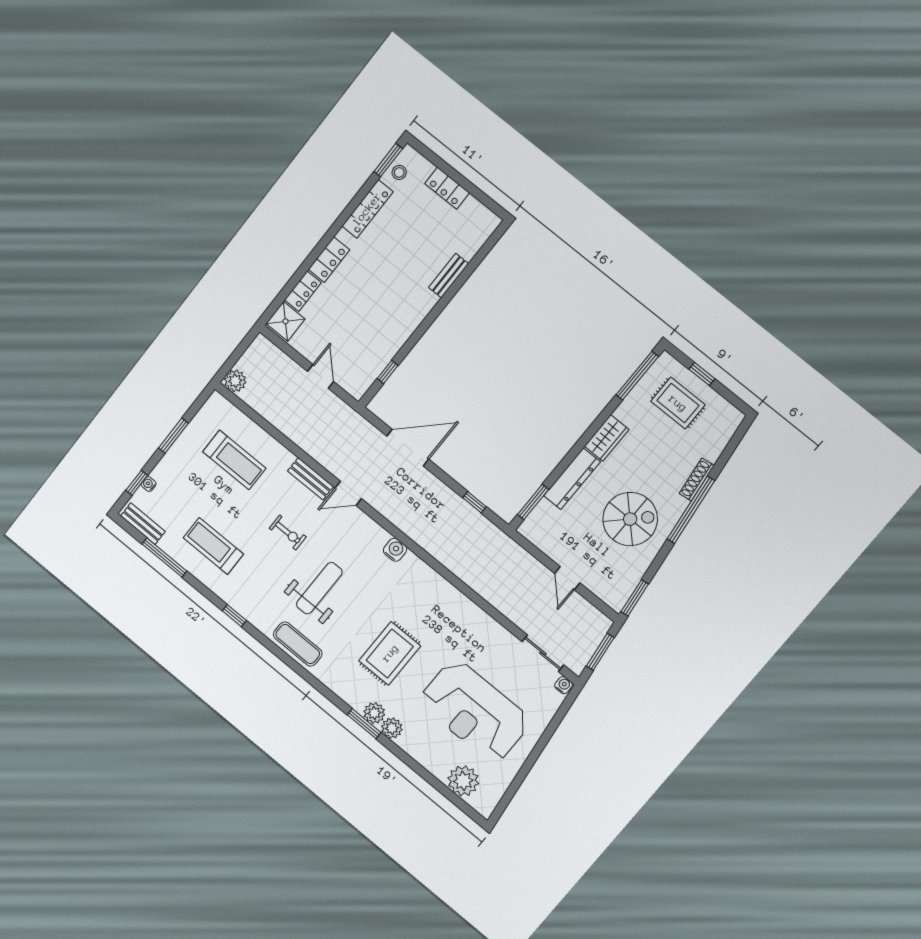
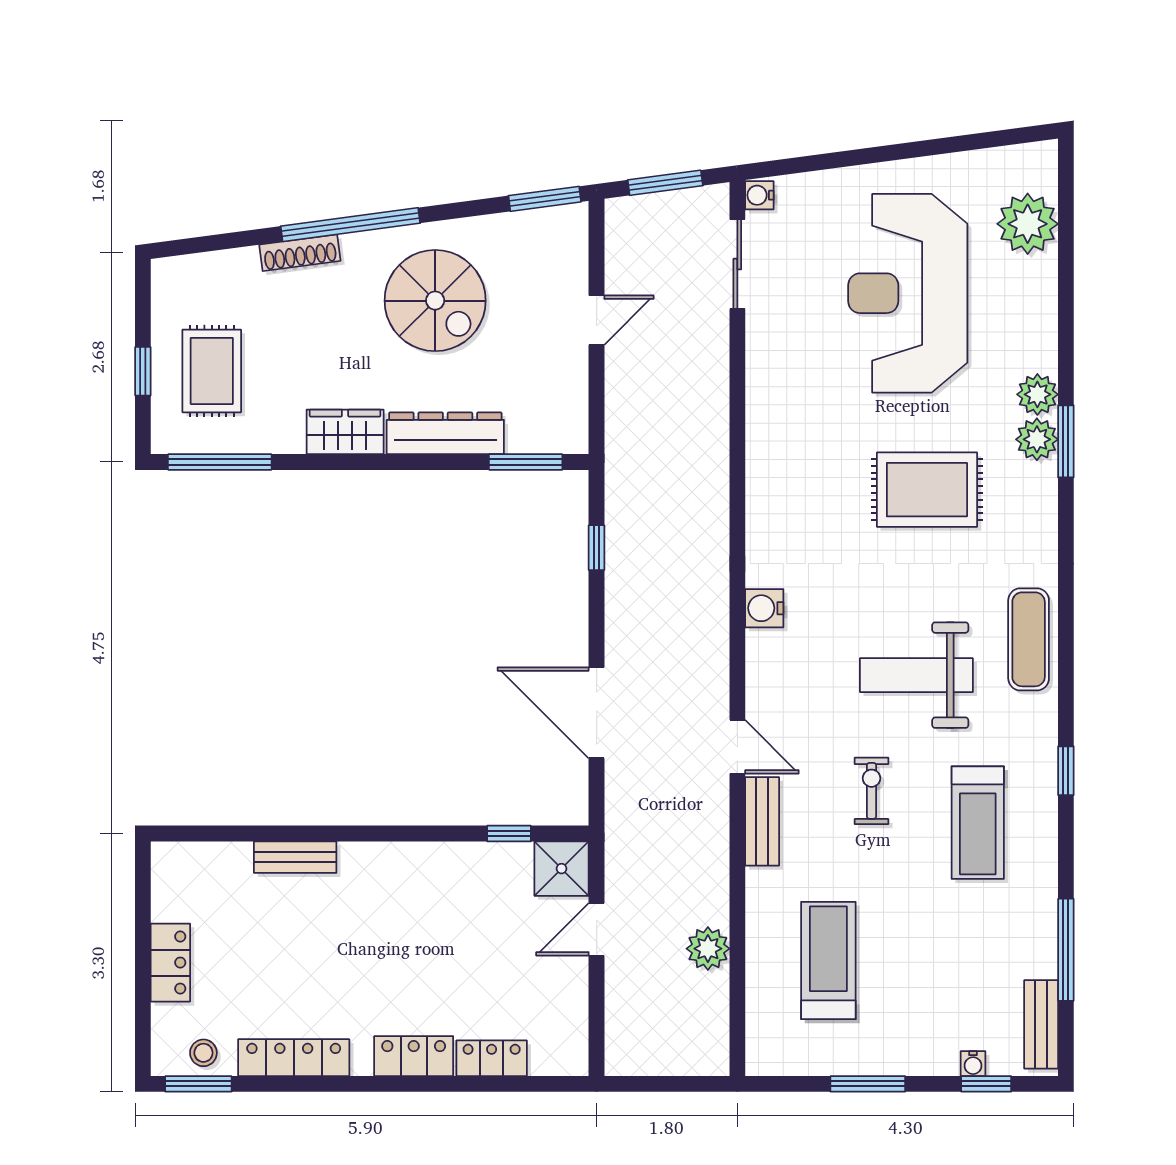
shower: (285, 321) -> (561, 869), moved
plant: (235, 381) -> (708, 949), moved
spiral stairs: (630, 519) -> (435, 301), turned 180
treadmill: (213, 546) -> (978, 823), moved
reception desk: (475, 711) -> (908, 293), turned 180

